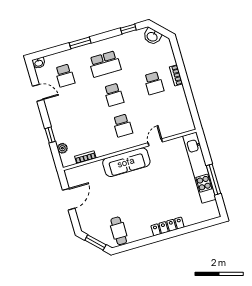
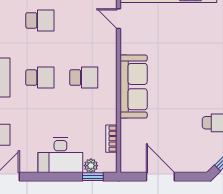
desk: (64, 125) -> (60, 155), added
window: (50, 135) -> (93, 177), moved
door: (155, 142) -> (118, 19), moved

